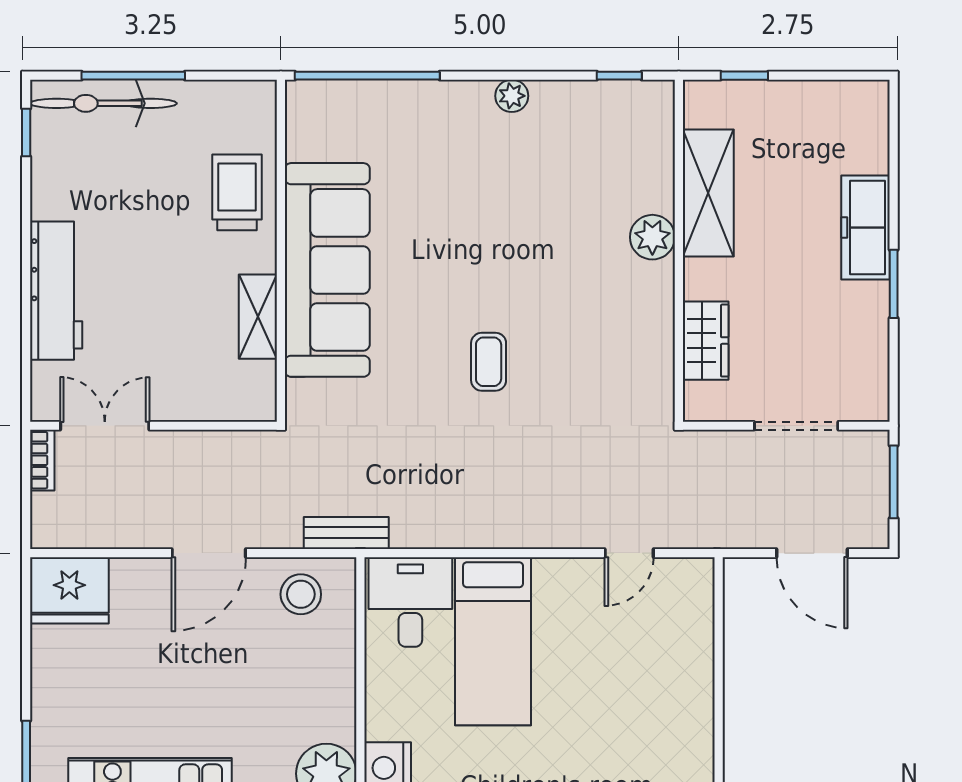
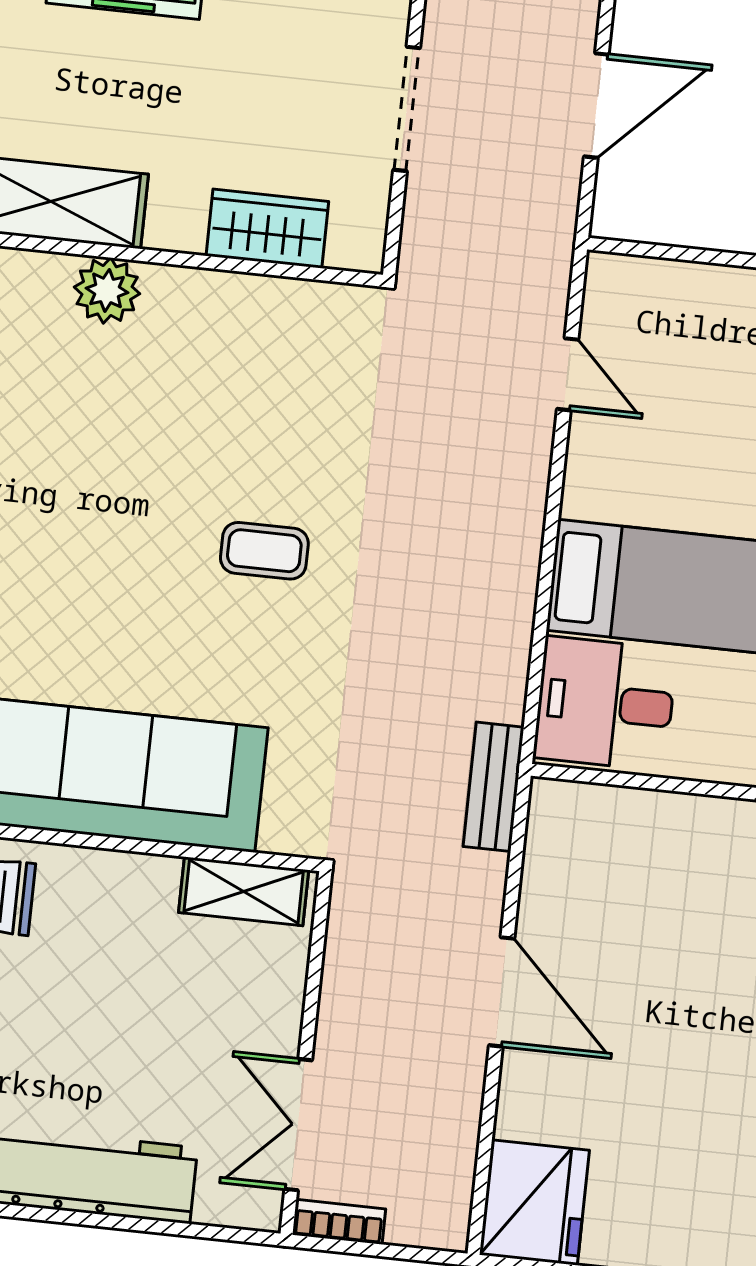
shelving: (258, 317) -> (244, 891), moved
stool: (301, 594) -> (577, 863), removed

